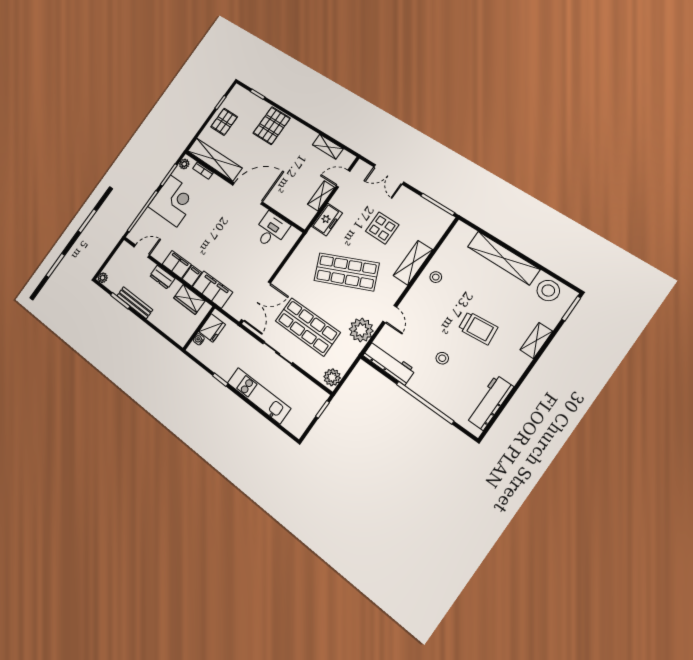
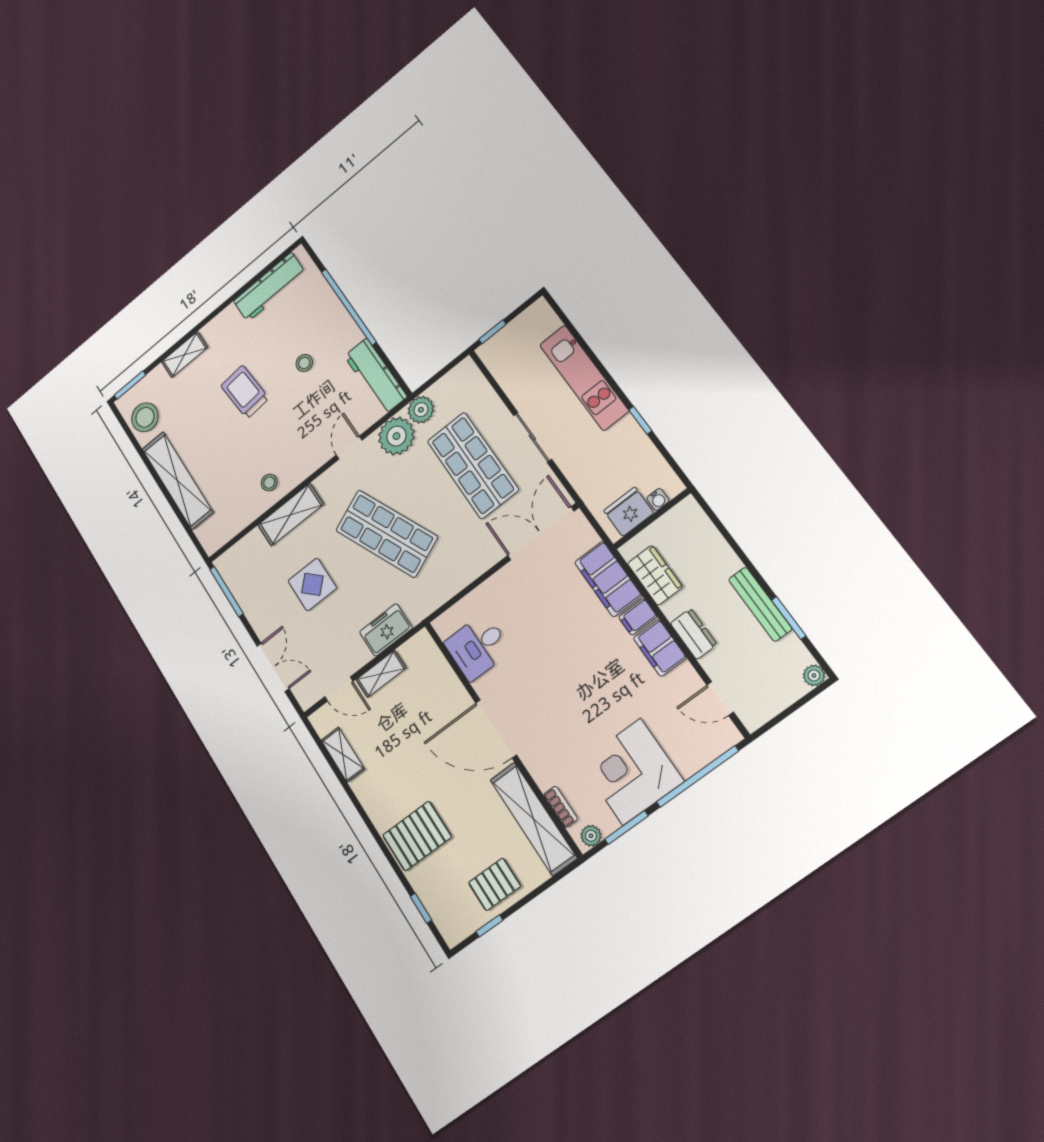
plant: (332, 377) -> (421, 410), moved

